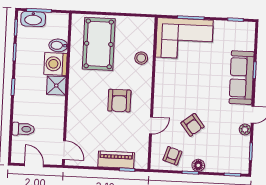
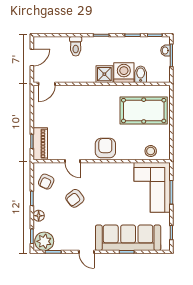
washbasin: (33, 19) -> (165, 50), width x0.52, depth x0.69
stool: (141, 58) -> (151, 151), moved
sofa: (242, 78) -> (128, 238), width x1.36, depth x1.27
armchair: (119, 101) -> (105, 148), moved, turned 90
toilet: (23, 129) -> (76, 46), moved
plant: (245, 129) -> (44, 241), moved, width x1.88, depth x1.88
armchair: (172, 156) -> (46, 182), turned 97
piano: (116, 160) -> (40, 144), moved
floor lamp: (198, 165) -> (39, 216), moved

